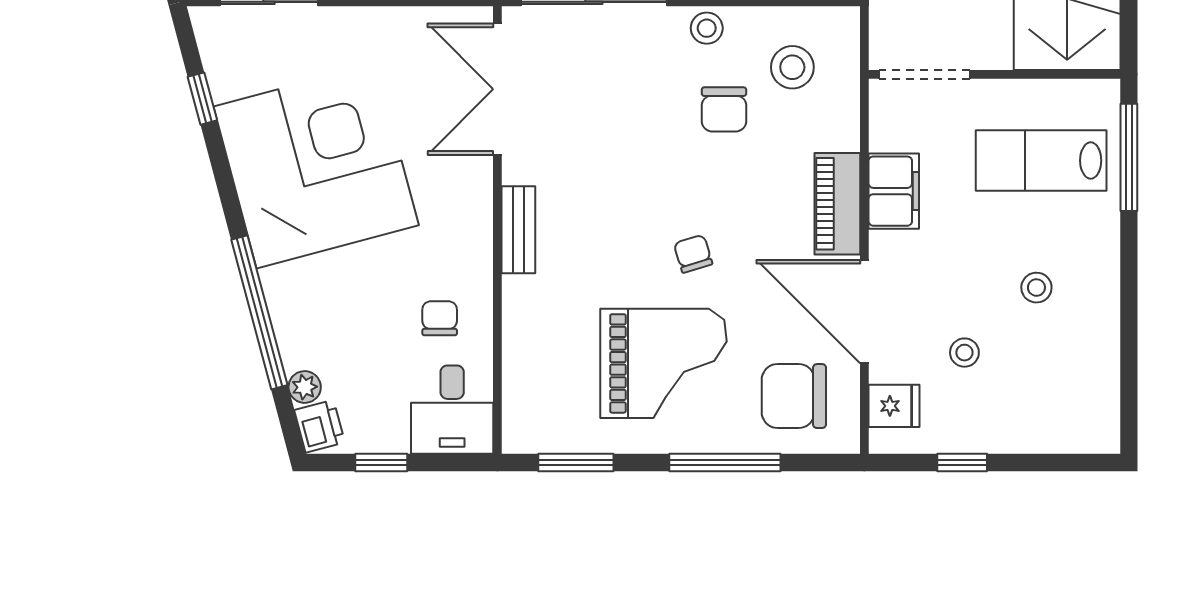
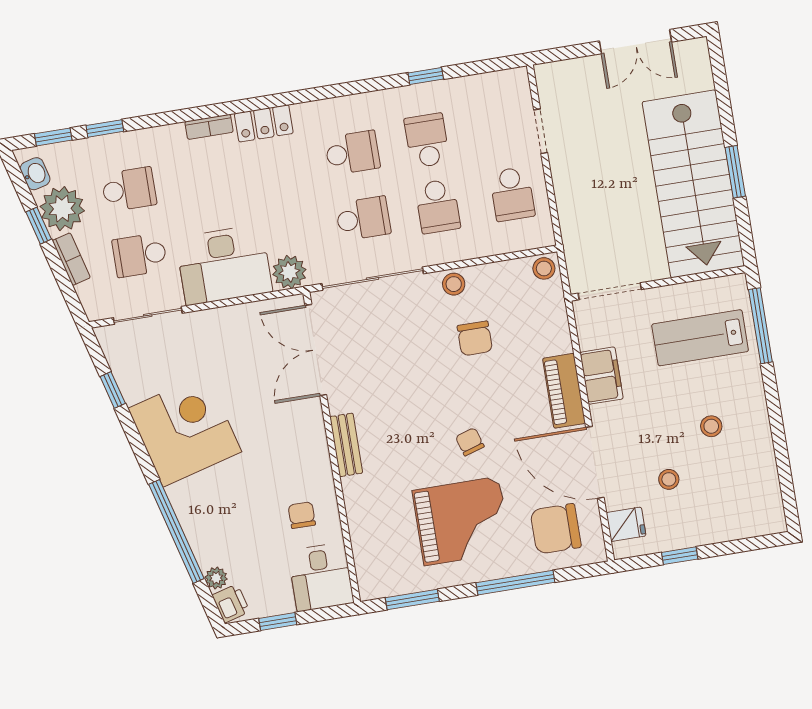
stool: (792, 67) -> (544, 268), moved, width x0.73, depth x0.73
corner desk: (316, 166) -> (185, 430), width x0.74, depth x0.74

